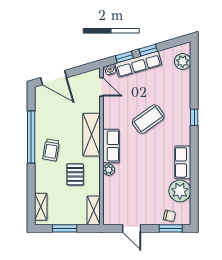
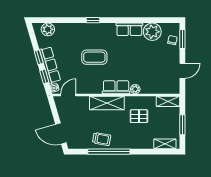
door: (54, 78) -> (61, 134), swing flipped
coffee table: (148, 119) -> (94, 57), turned -54
trolley: (51, 150) -> (102, 139), moved

